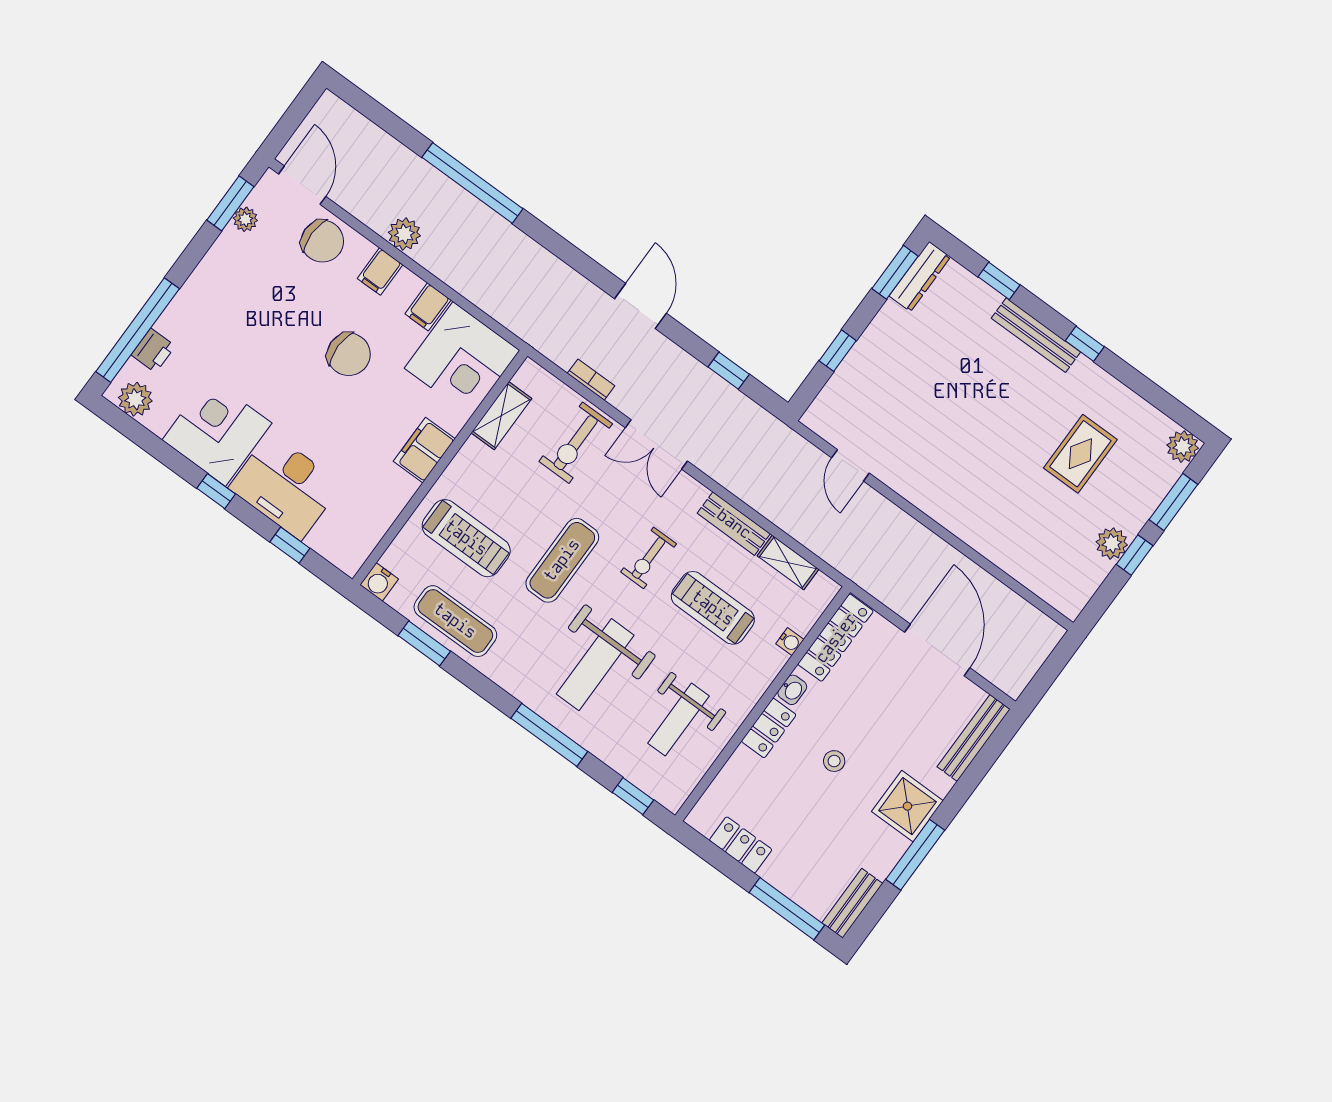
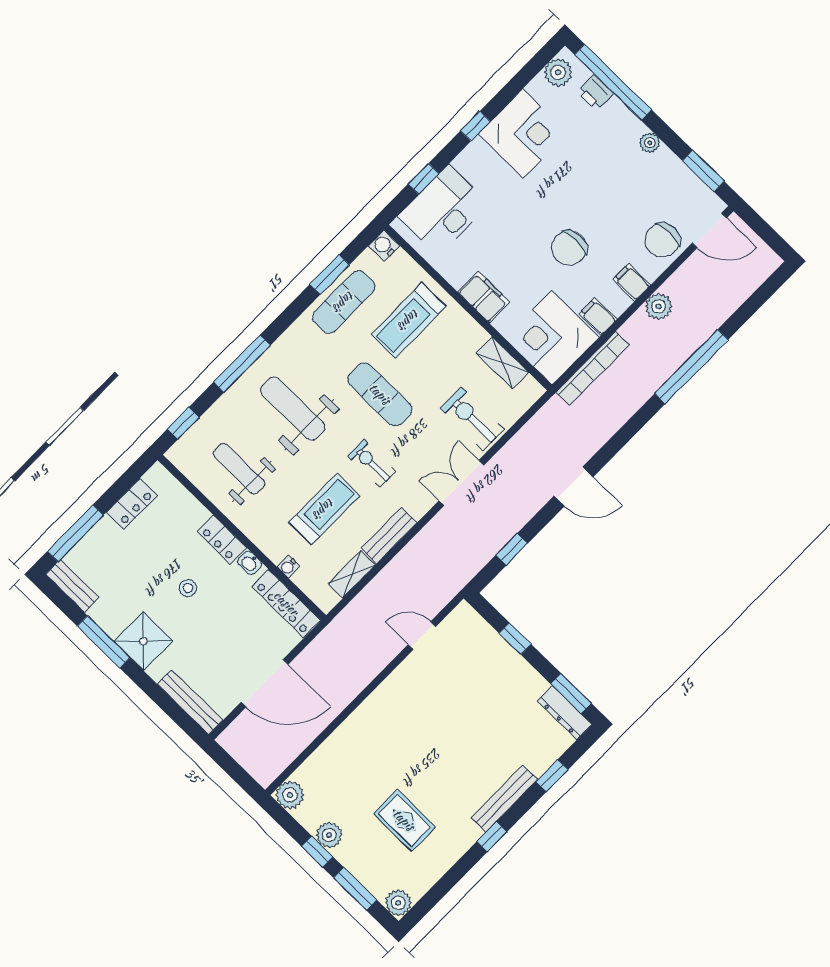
plant: (245, 219) -> (650, 143), moved
bookcase: (591, 380) -> (593, 368), moved, width x2.31, depth x1.31
desk: (285, 486) -> (444, 210), moved
plant: (1070, 599) -> (290, 795), added

